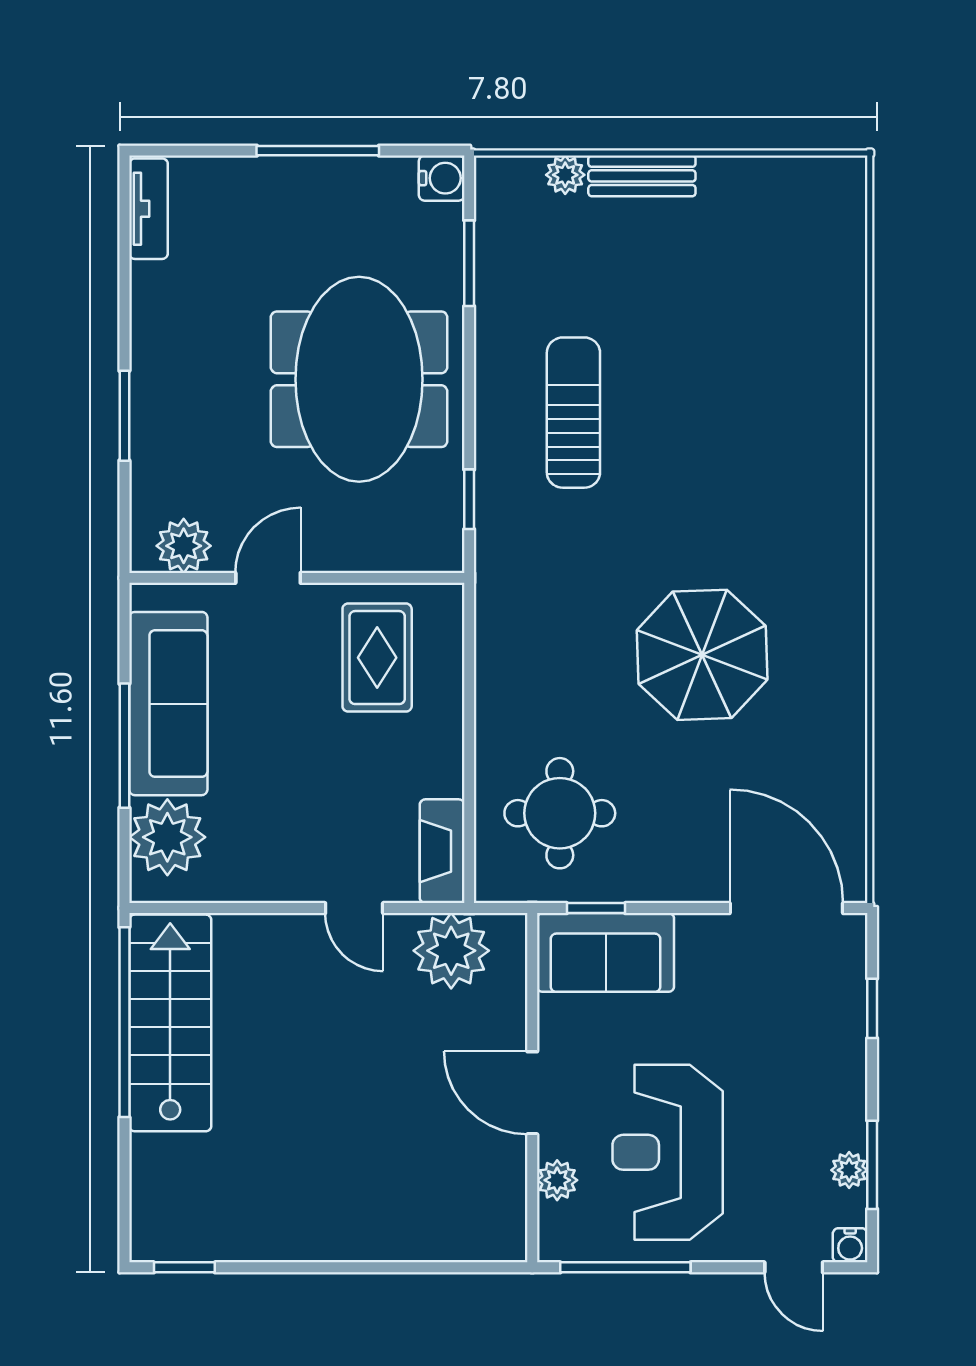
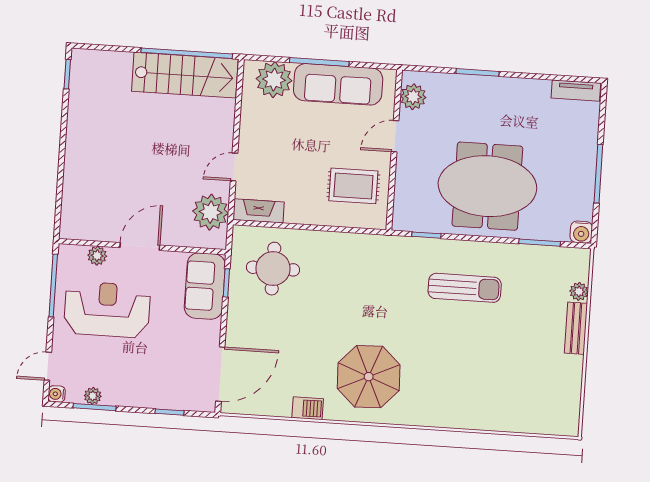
door: (268, 578) -> (395, 136), swing flipped
parasol: (702, 655) -> (369, 377), moved
barbecue: (845, 722) -> (308, 408), added

